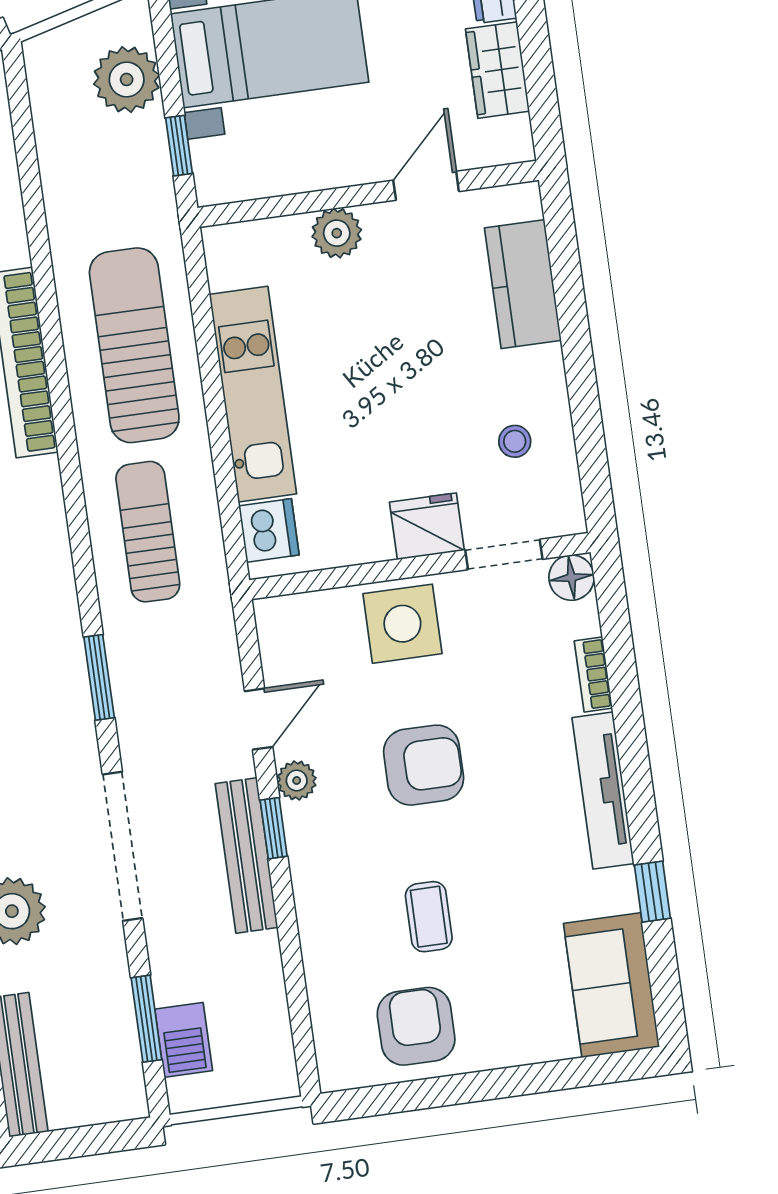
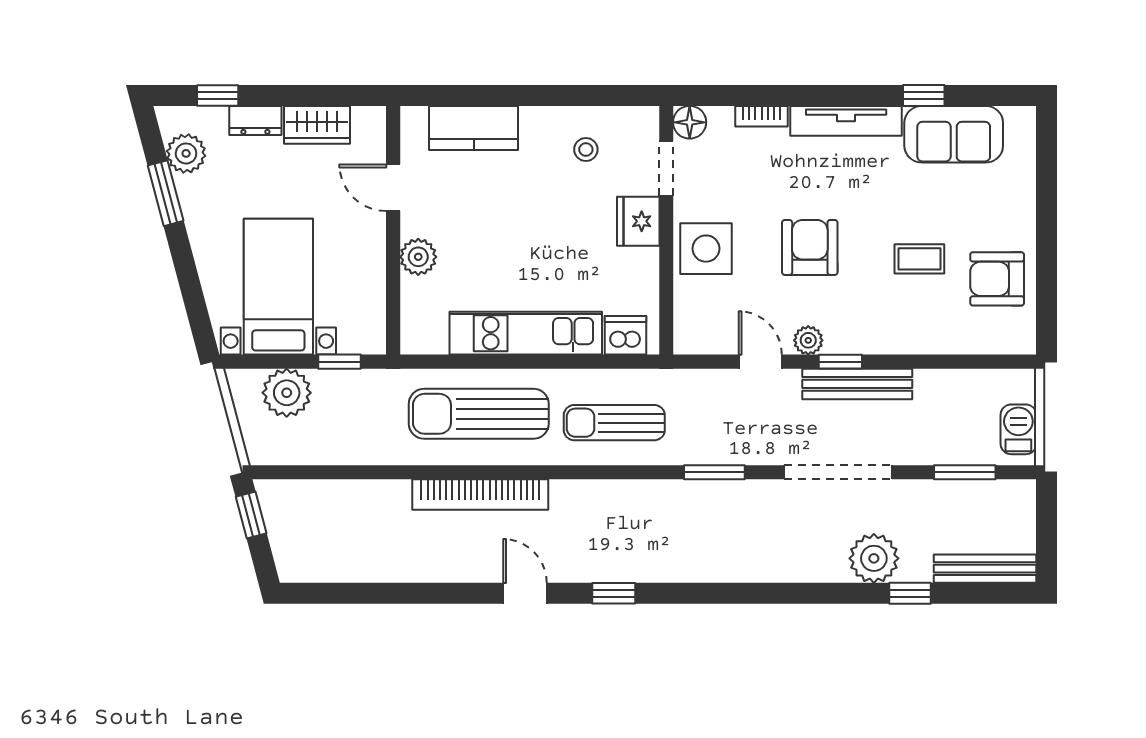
sofa: (611, 985) -> (954, 134), moved
barbecue: (184, 1040) -> (1018, 429), moved, turned -90

